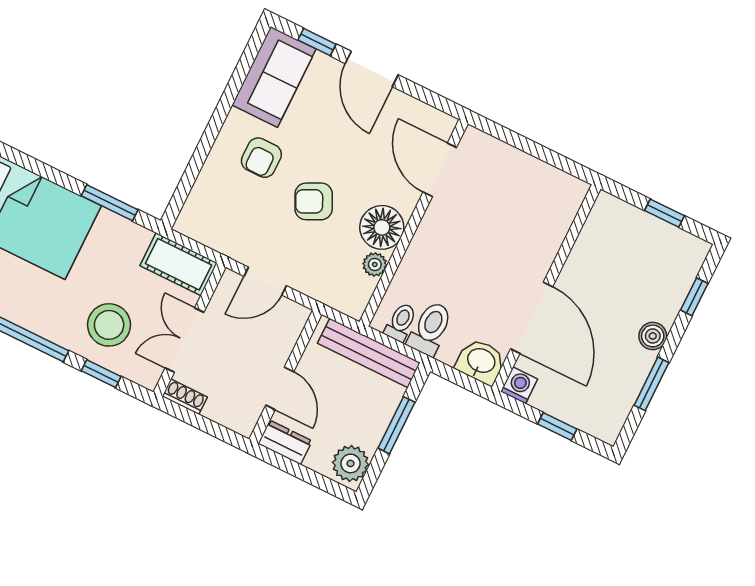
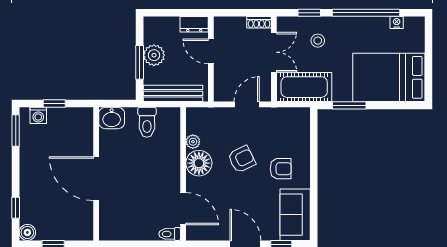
armchair: (261, 158) -> (281, 169), turned 90
cot: (179, 264) -> (304, 87), width x1.37, depth x1.34
door: (532, 318) -> (96, 179), moved
toilet: (401, 322) -> (170, 234), moved, turned 90
stool: (109, 325) -> (318, 41), width x0.53, depth x0.53
boiler: (653, 336) -> (27, 232), moved
window: (651, 384) -> (16, 130), moved
washing machine: (519, 385) -> (38, 115), moved
plant: (351, 463) -> (154, 55), moved

